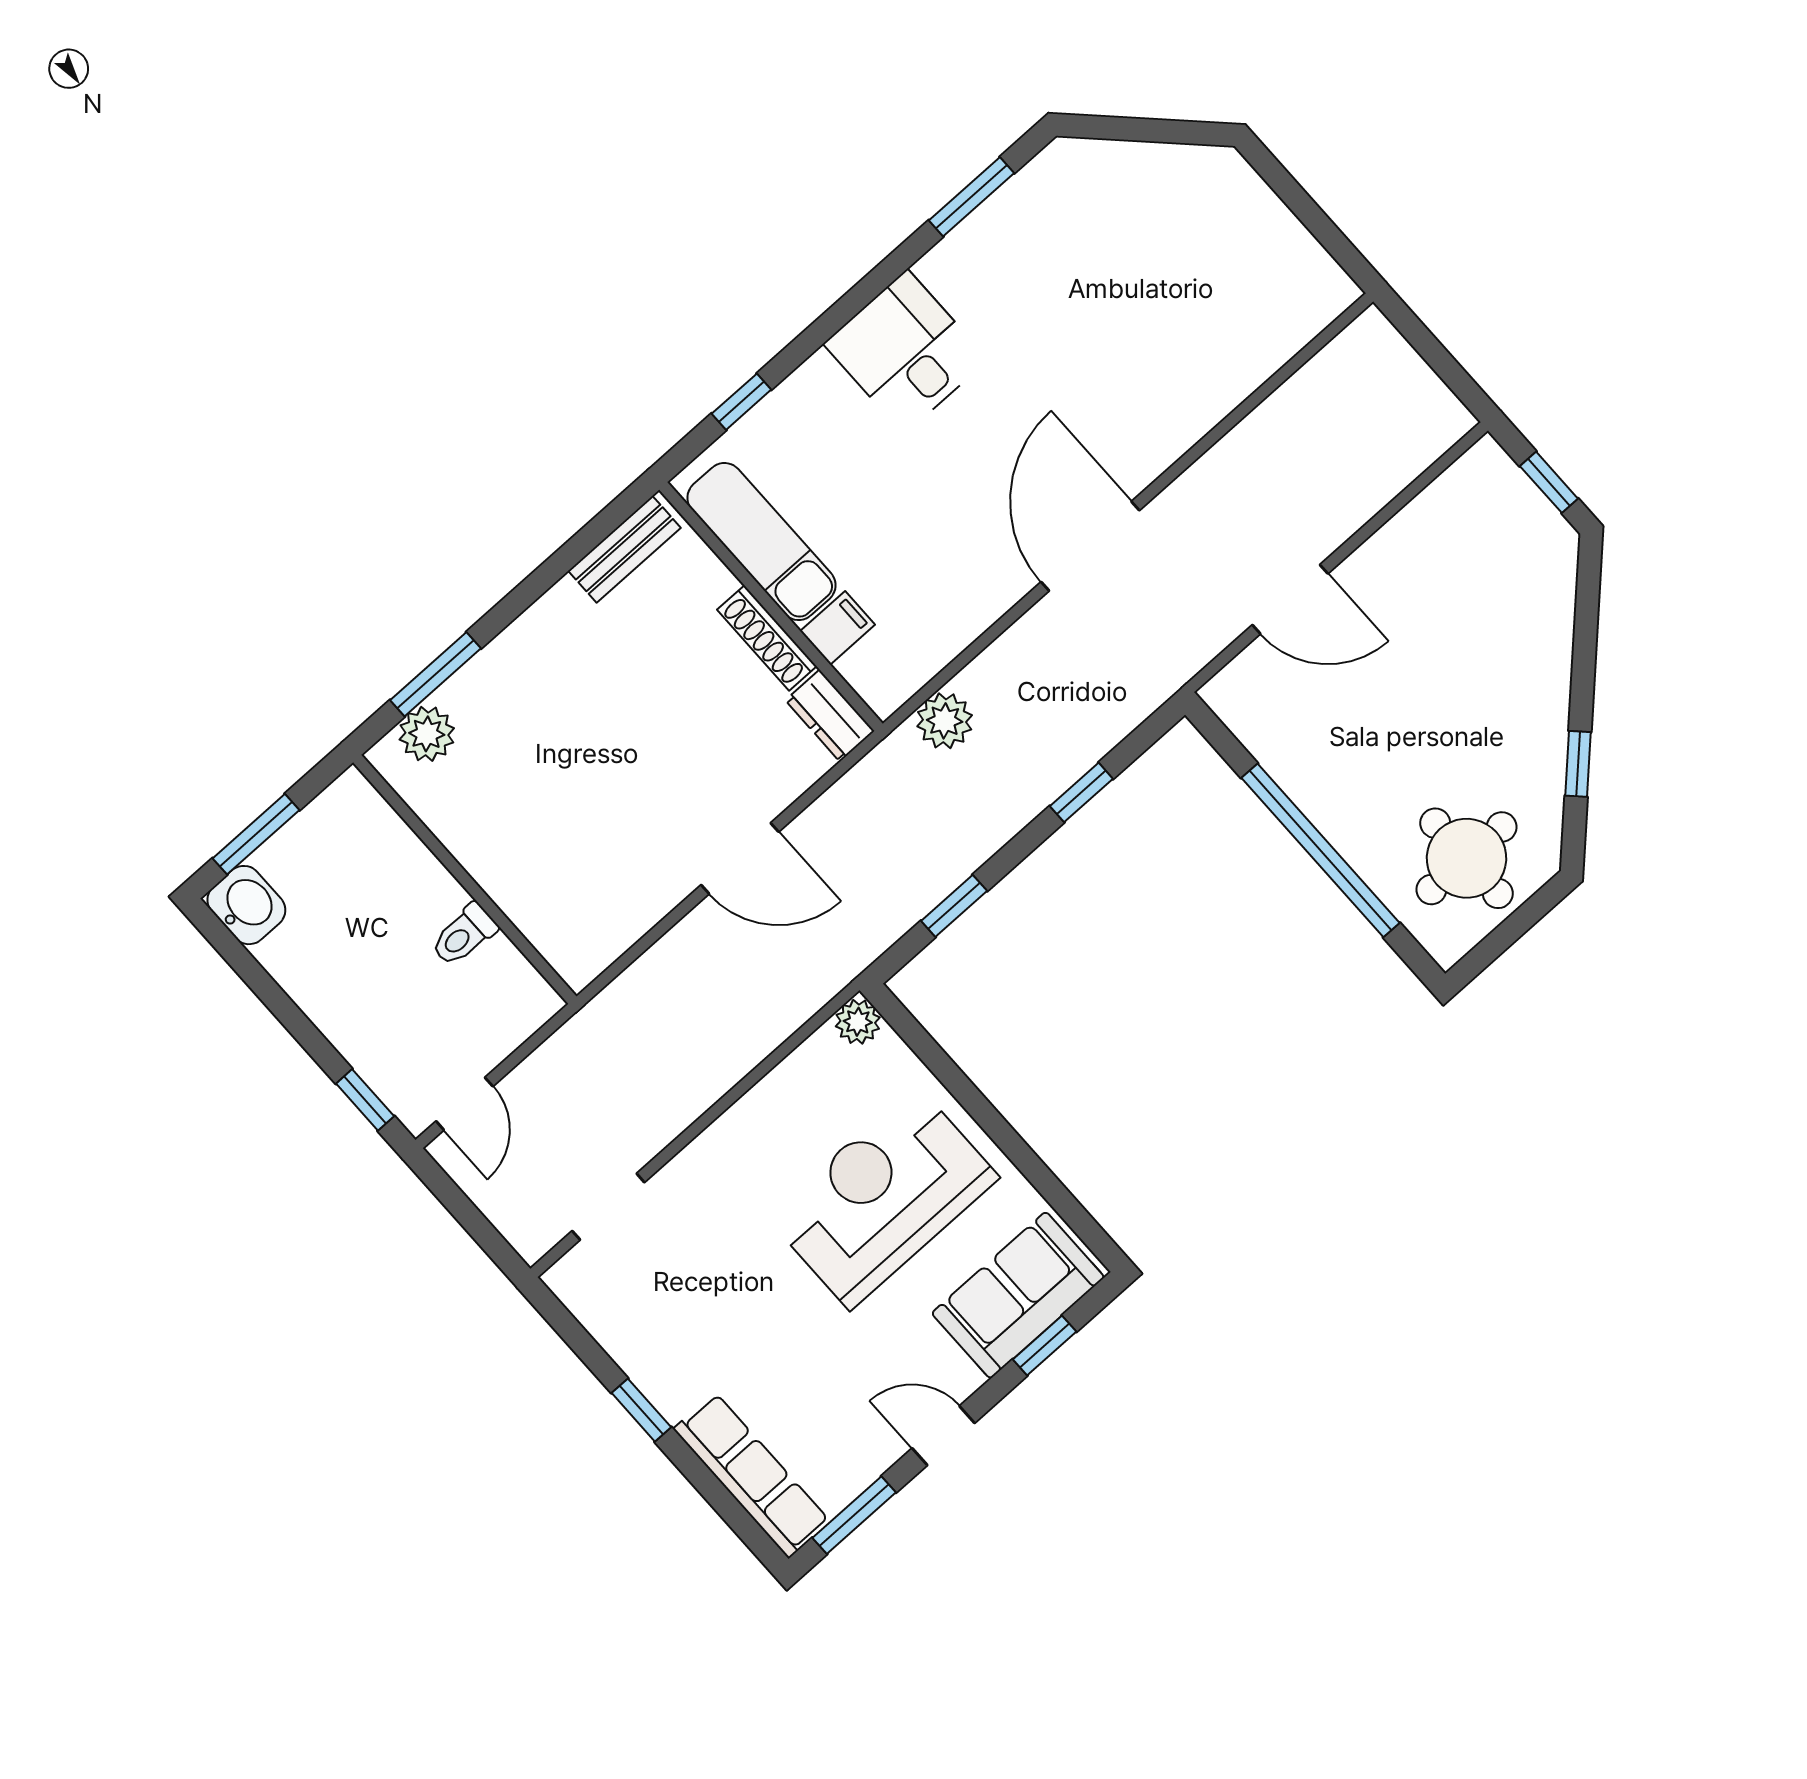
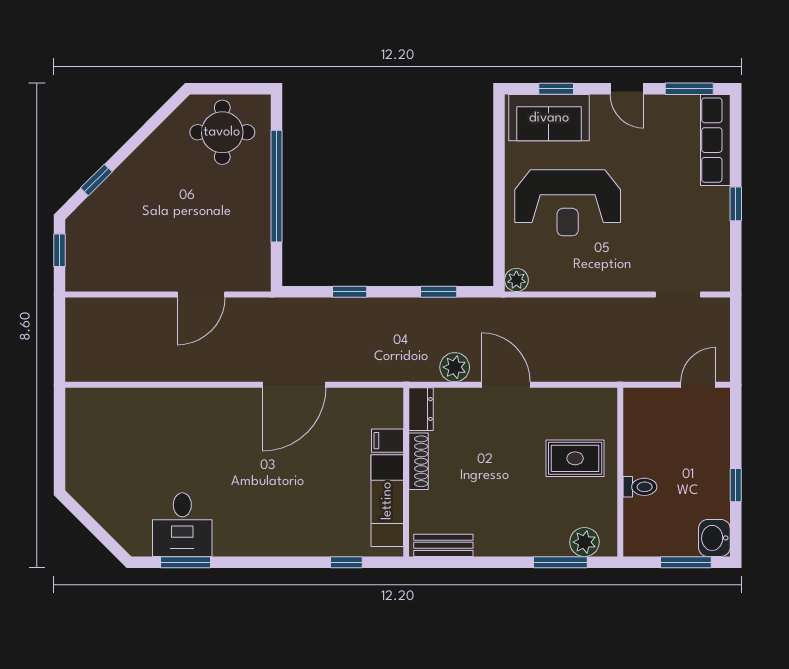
desk: (906, 352) -> (182, 525), moved
door: (1090, 546) -> (294, 385), moved
door: (1290, 599) -> (201, 295), swing flipped
plant: (945, 721) -> (455, 367), moved
window: (1578, 764) -> (96, 180), moved
rug: (547, 841) -> (575, 458), added
toilet: (464, 935) -> (640, 487), moved
window: (365, 1100) -> (736, 485), moved

